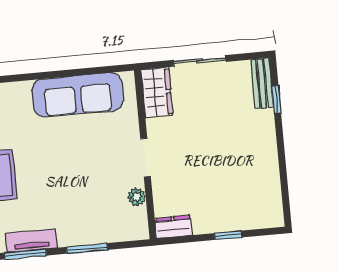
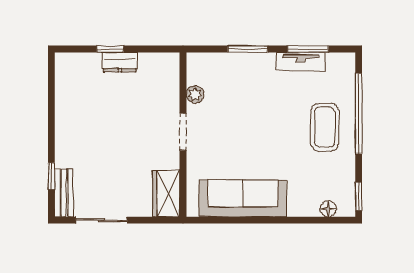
sliding door: (200, 61) -> (102, 220), moved
dresser: (174, 227) -> (120, 62), moved

